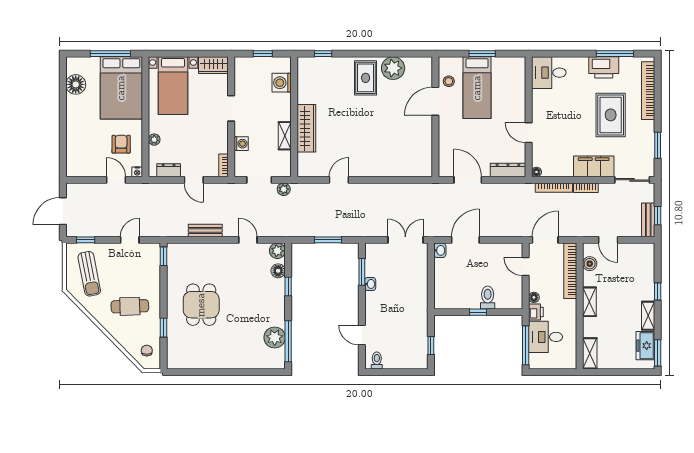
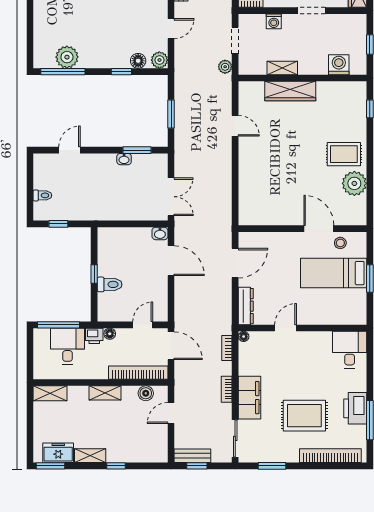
bookcase: (554, 188) -> (227, 348), width x0.64
toilet: (377, 360) -> (42, 195), moved

